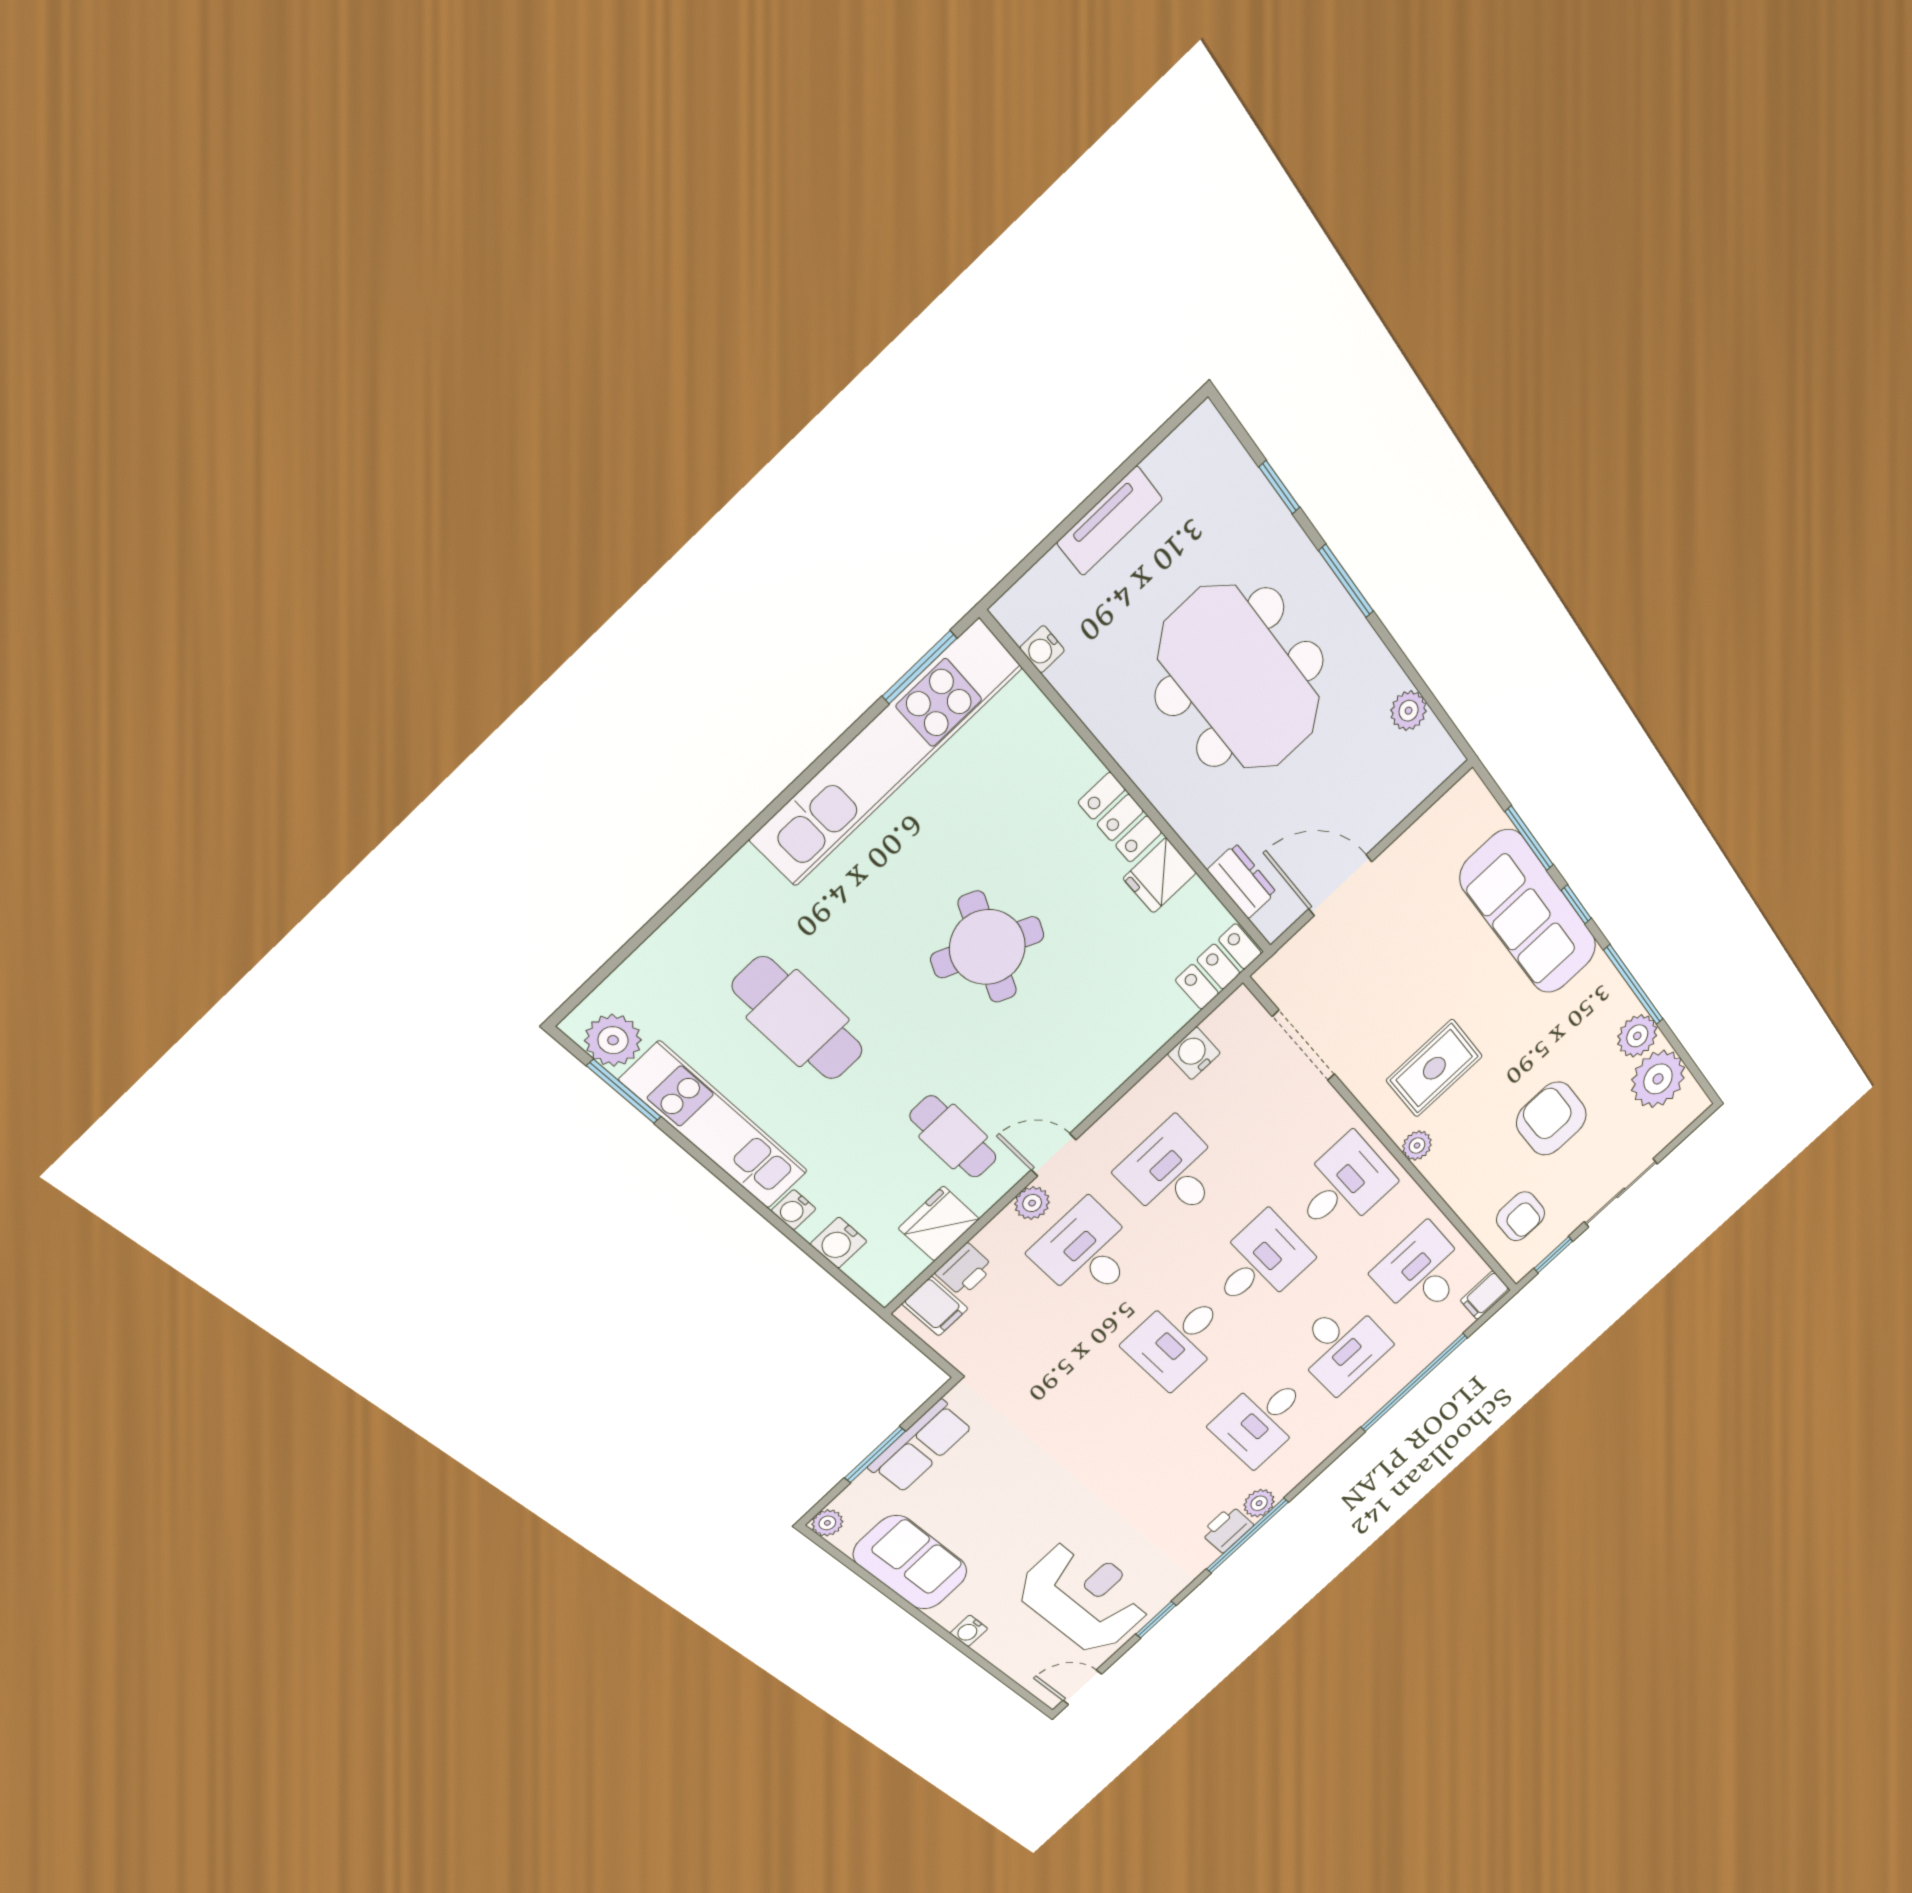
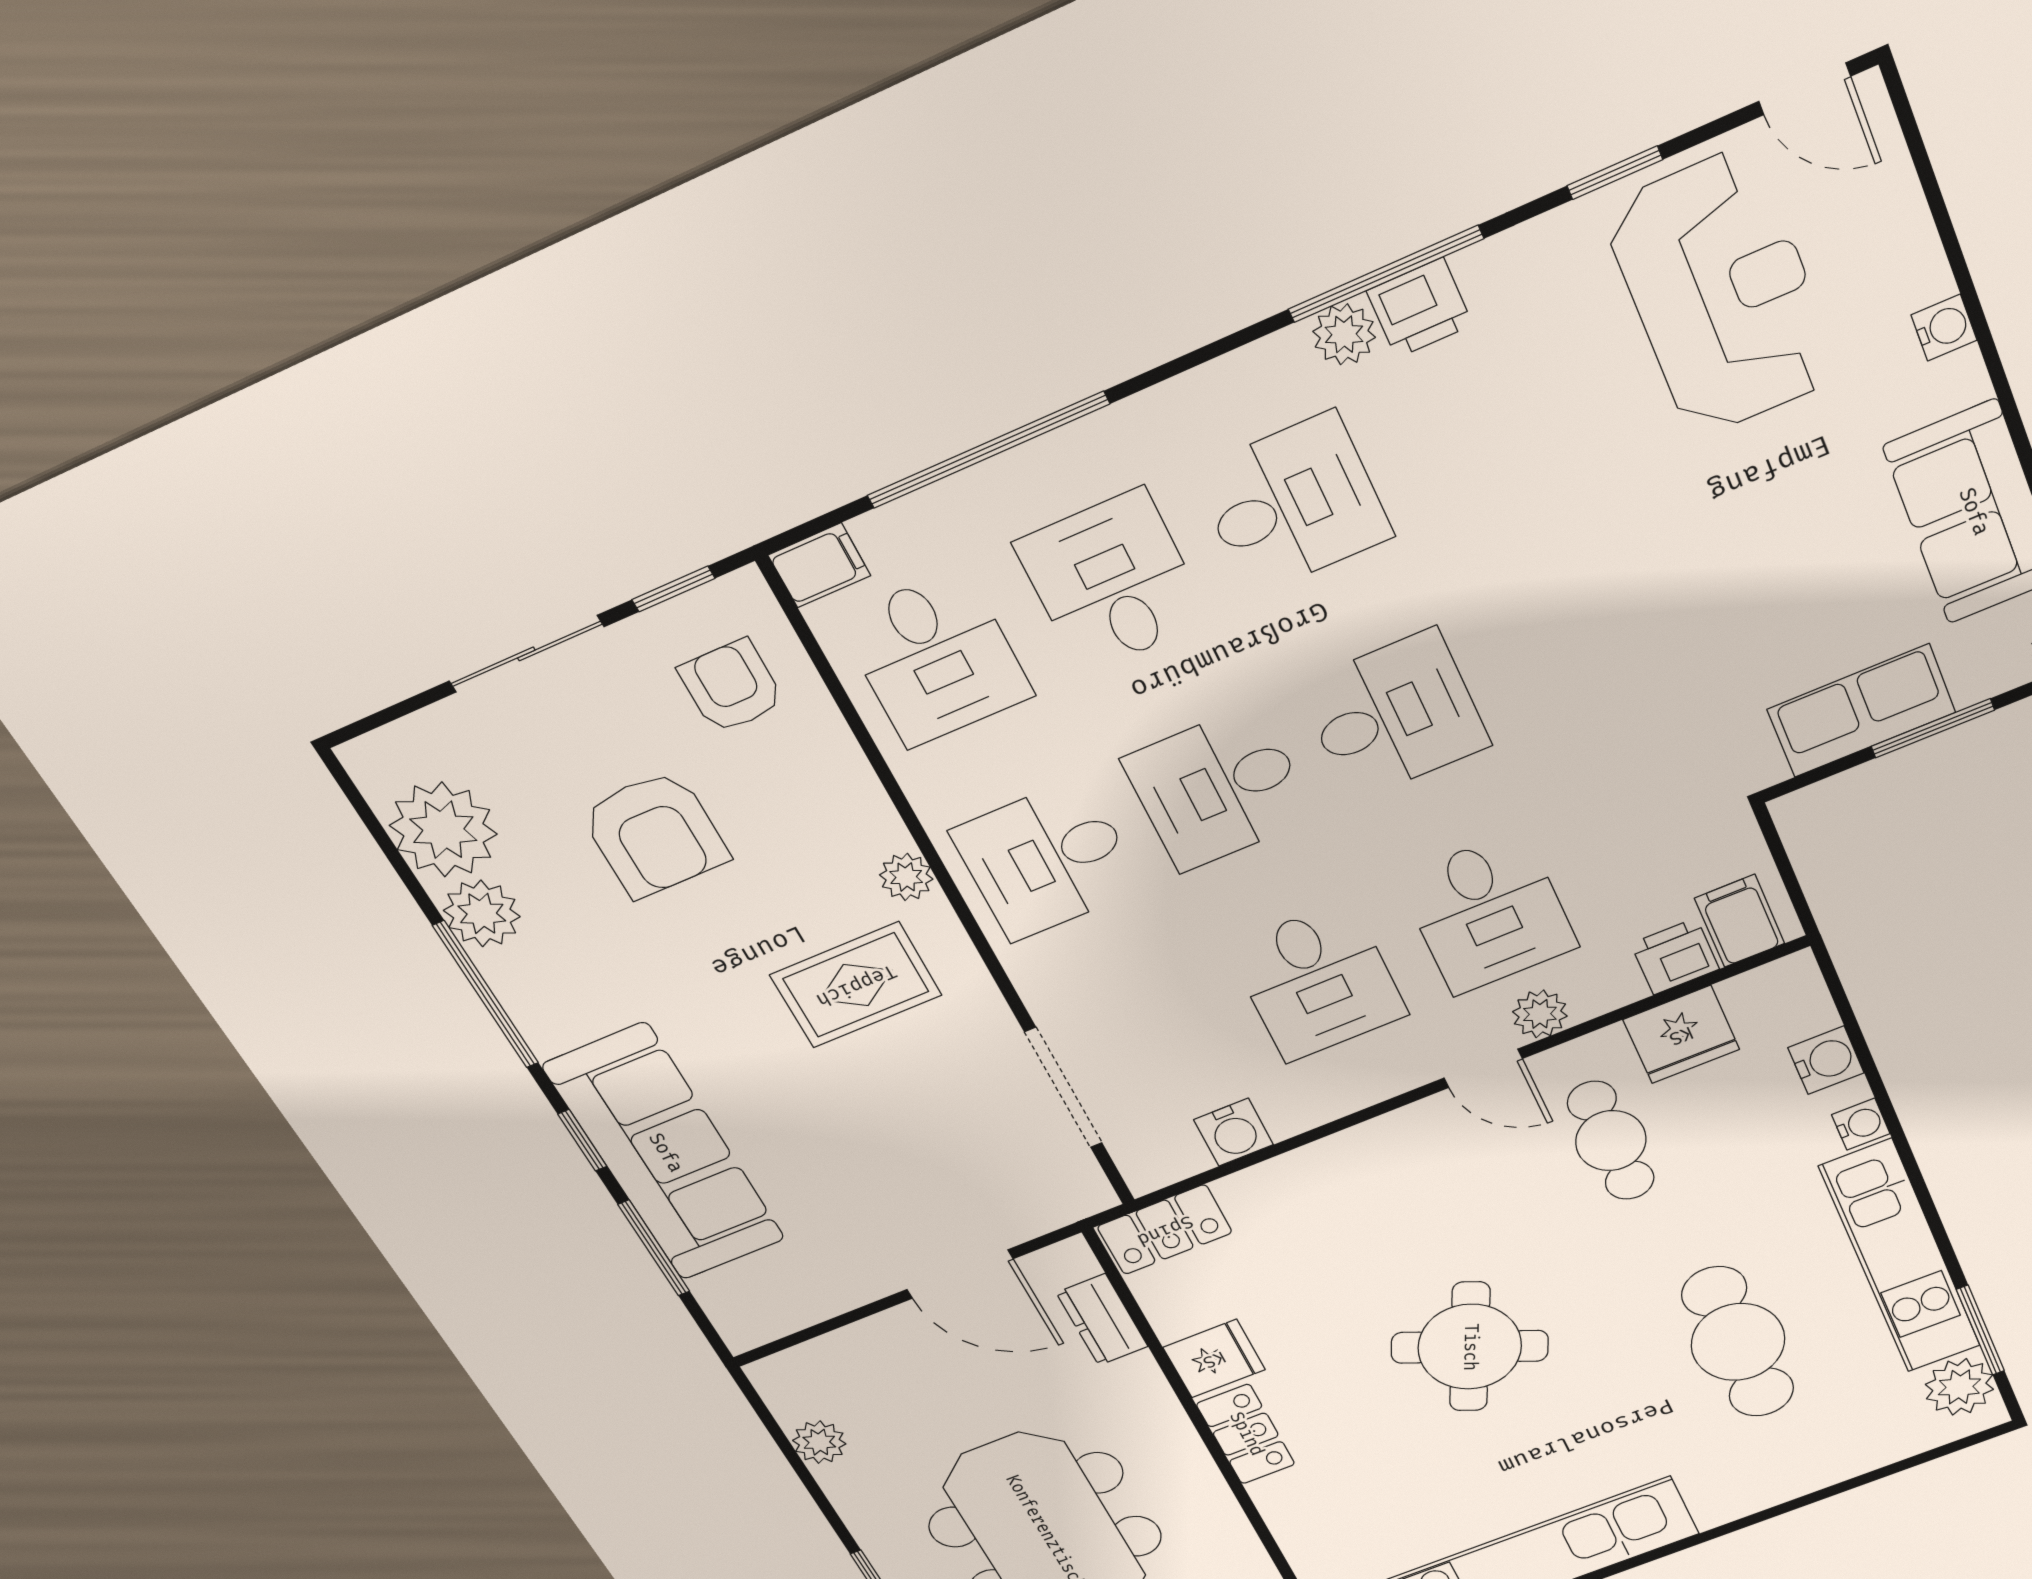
reception desk: (1085, 1597) -> (1722, 294), turned 180

